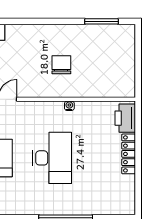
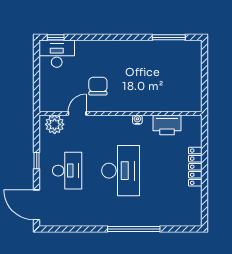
chair: (61, 65) -> (98, 86), moved
printer: (125, 118) -> (167, 125), moved, turned -90

